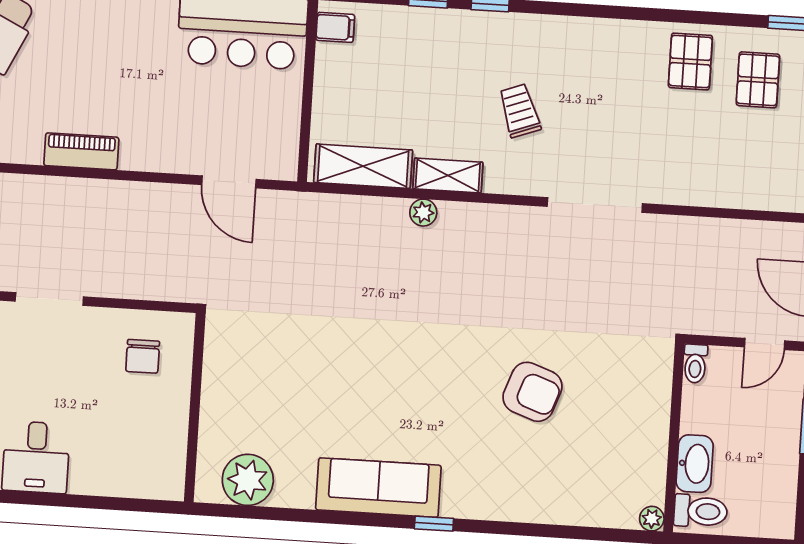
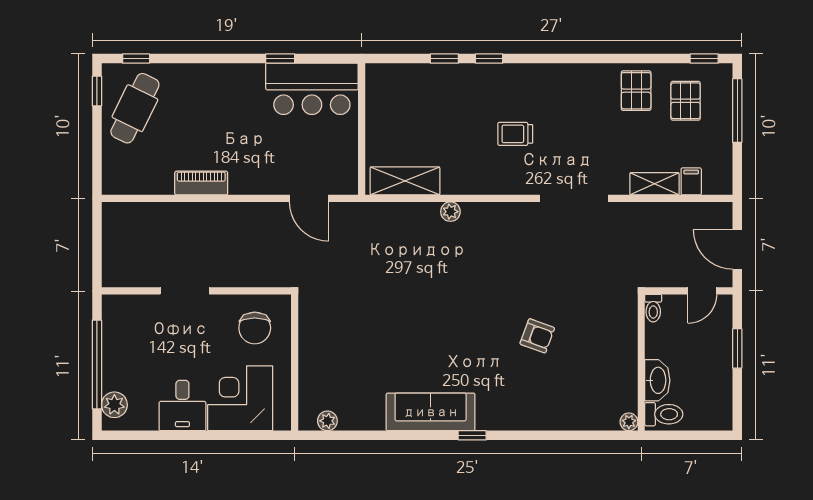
filing cabinet: (335, 27) -> (691, 181), moved, turned -90
trolley: (520, 111) -> (515, 134), turned -70
shelving: (448, 175) -> (654, 184), moved
chair: (143, 356) -> (255, 328), width x1.37, depth x1.37
armchair: (532, 392) -> (537, 336), width x0.72, depth x0.72
corner desk: (116, 452) -> (240, 398), added
plant: (248, 480) -> (327, 421), width x0.53, depth x0.53

